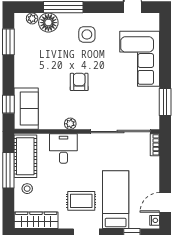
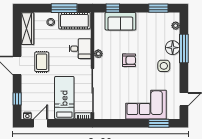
floor lamp: (48, 23) -> (173, 48), moved
window: (165, 102) -> (159, 123), moved
sofa: (26, 109) -> (120, 21), moved
bed: (116, 200) -> (64, 98), moved, turned -90
door: (165, 202) -> (41, 123), hinge flipped

